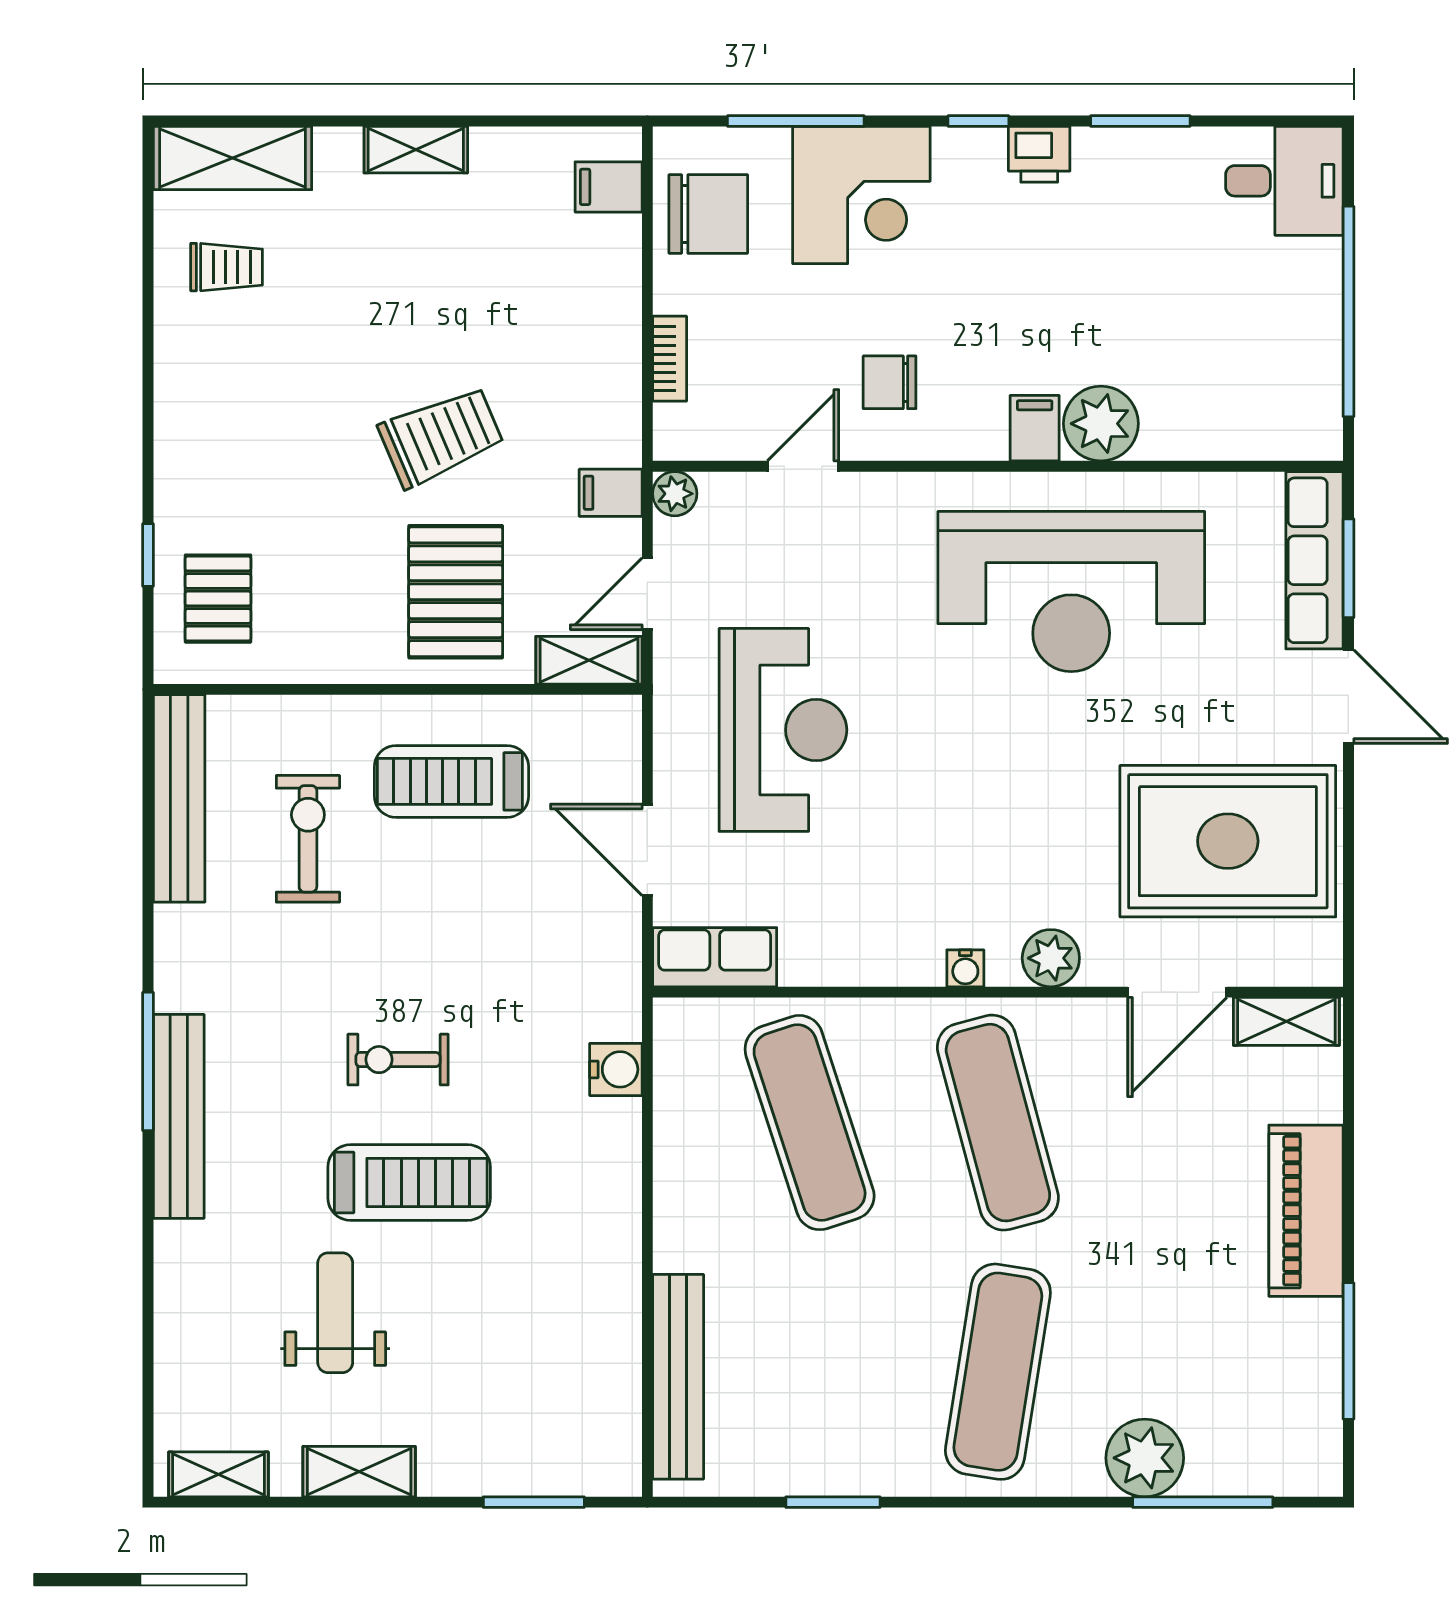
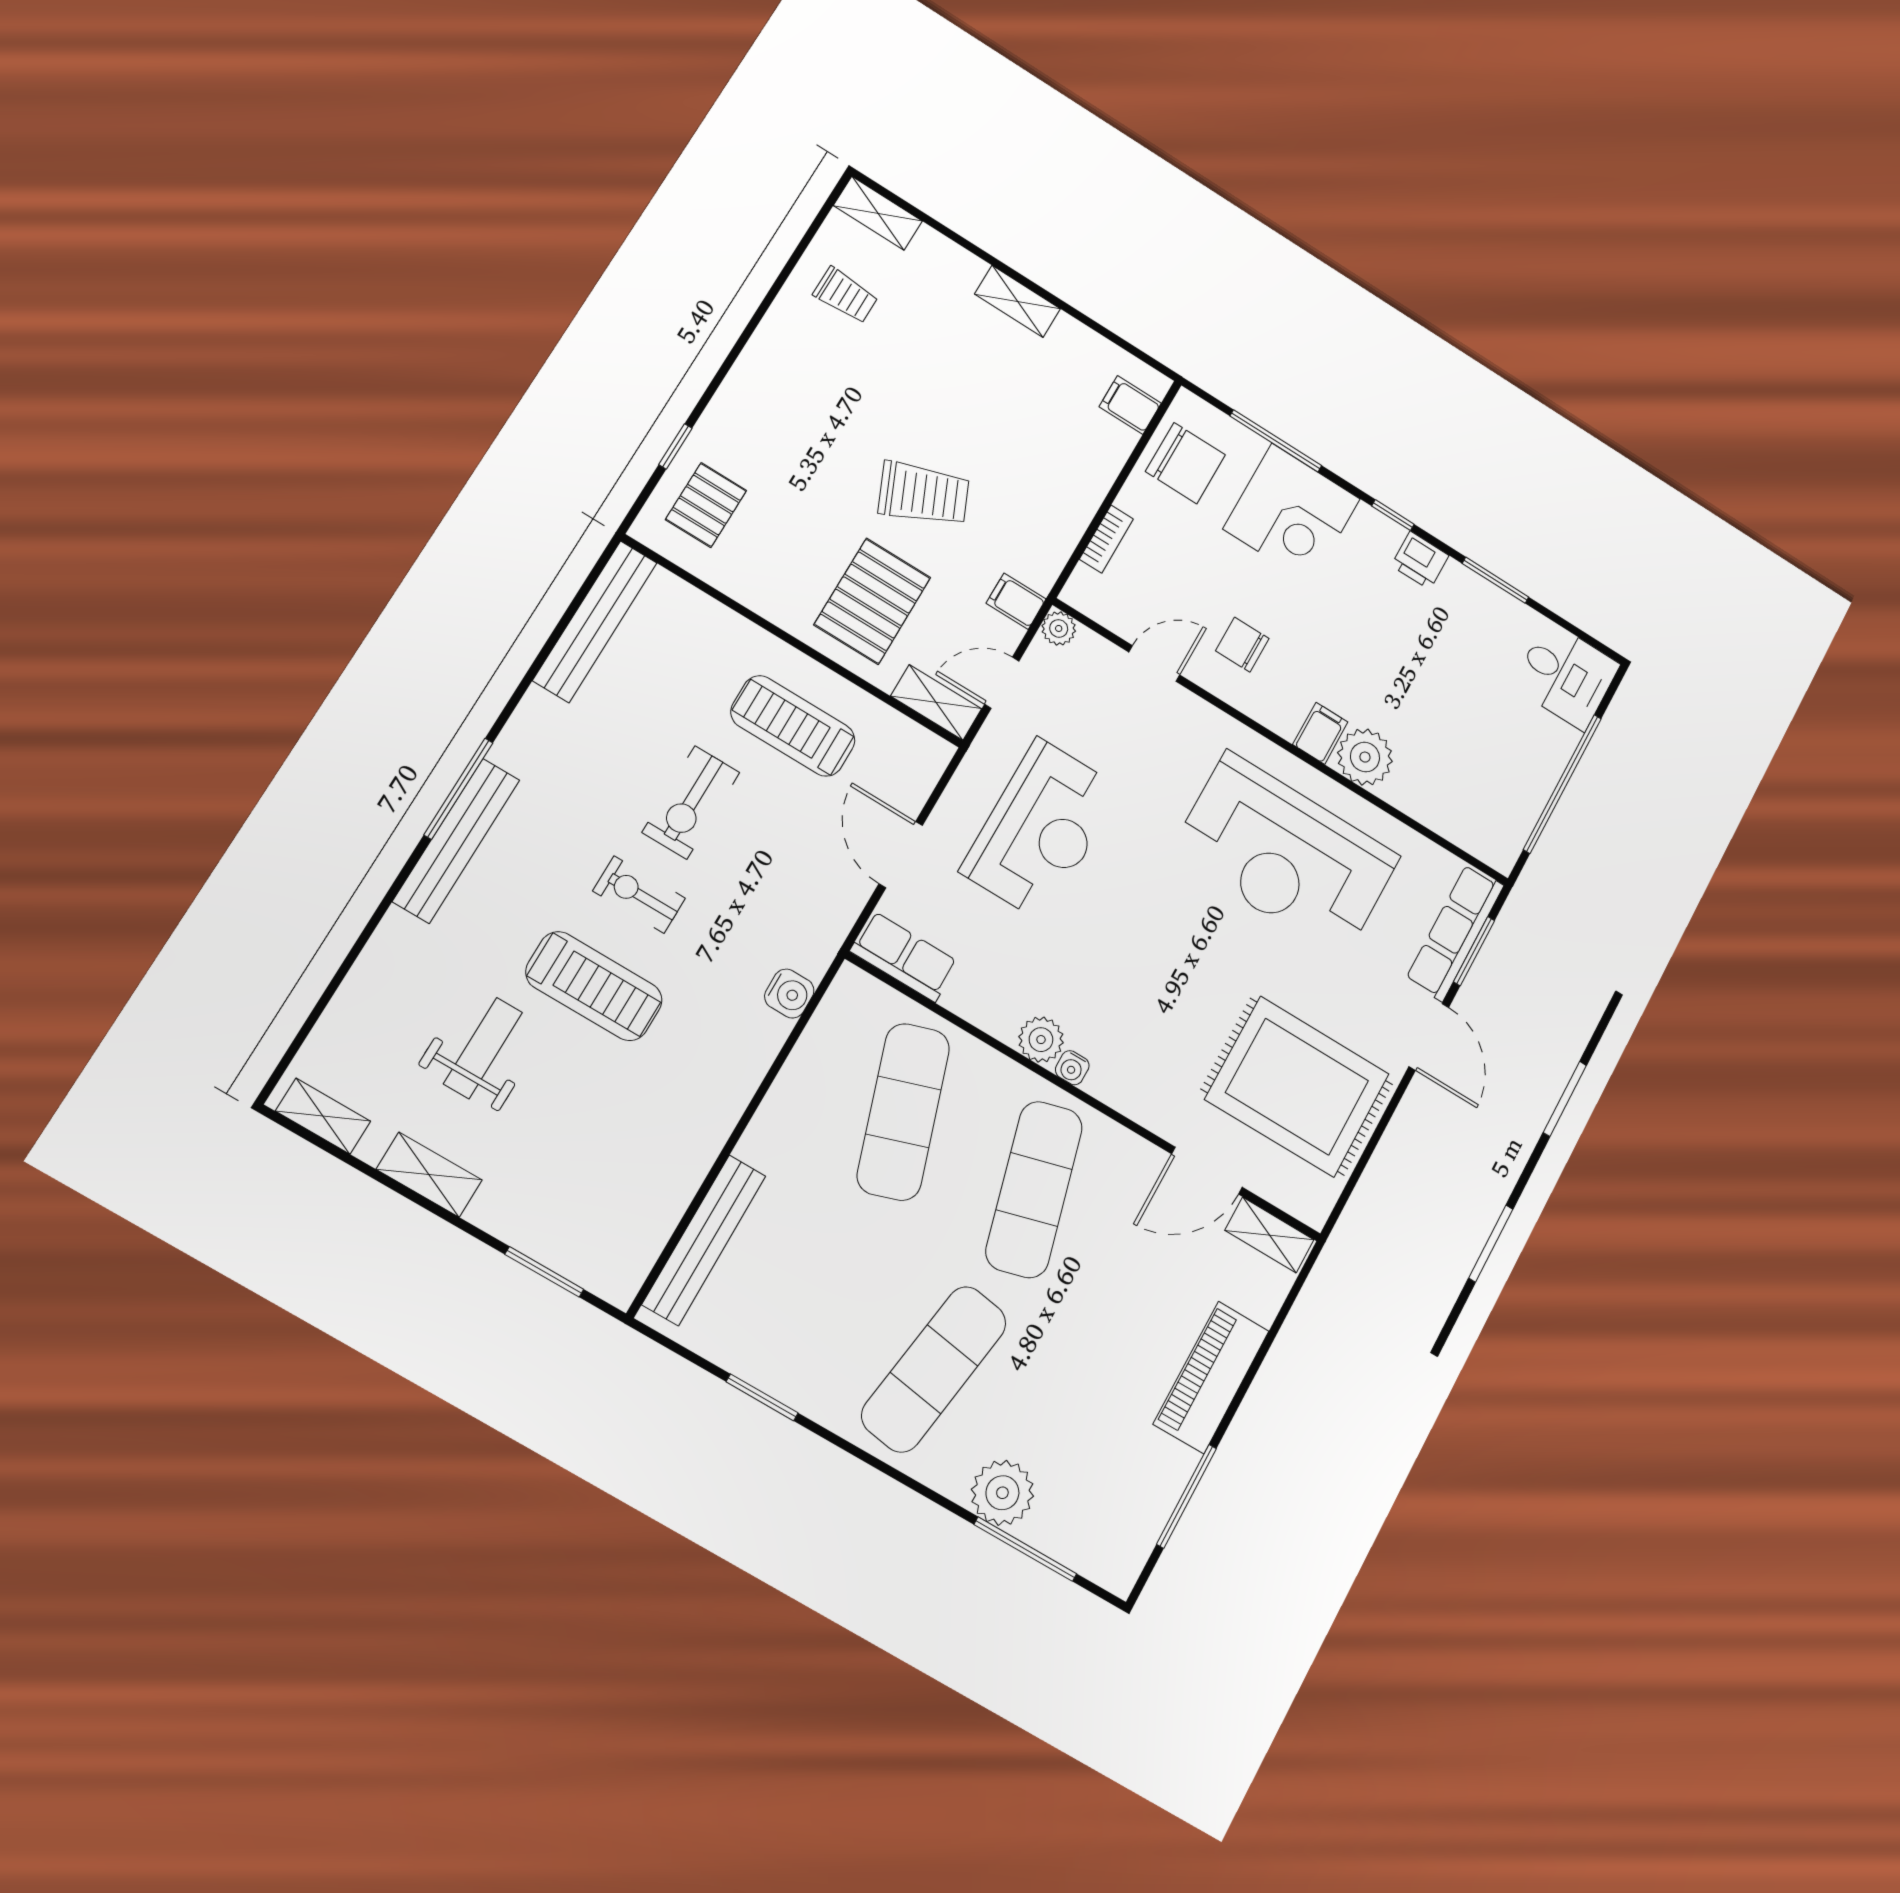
shelving: (233, 158) -> (878, 213), width x0.67, depth x0.75
exercise bike: (308, 839) -> (691, 802), moved, turned 180
plant: (1051, 958) -> (1041, 1040), moved

